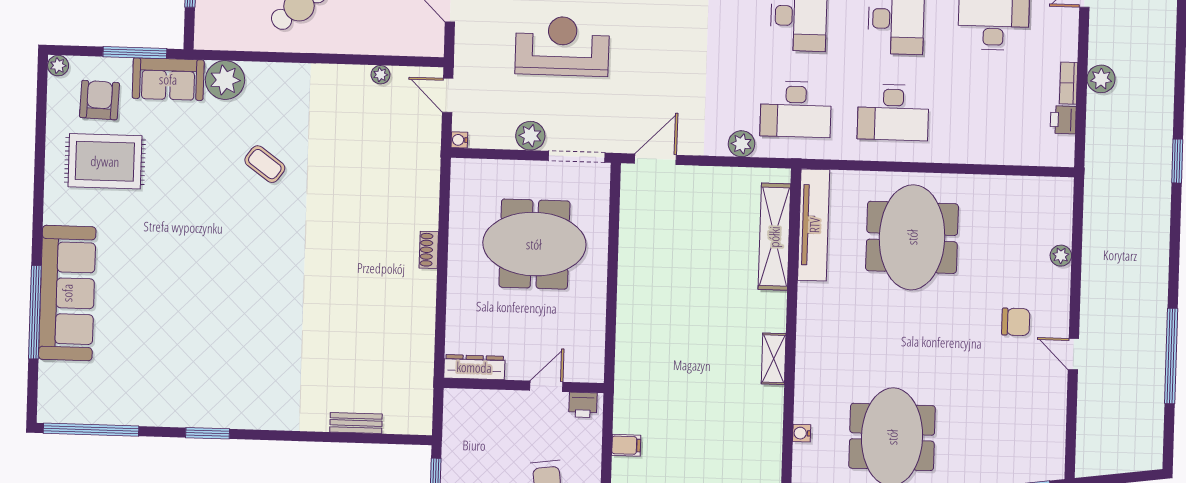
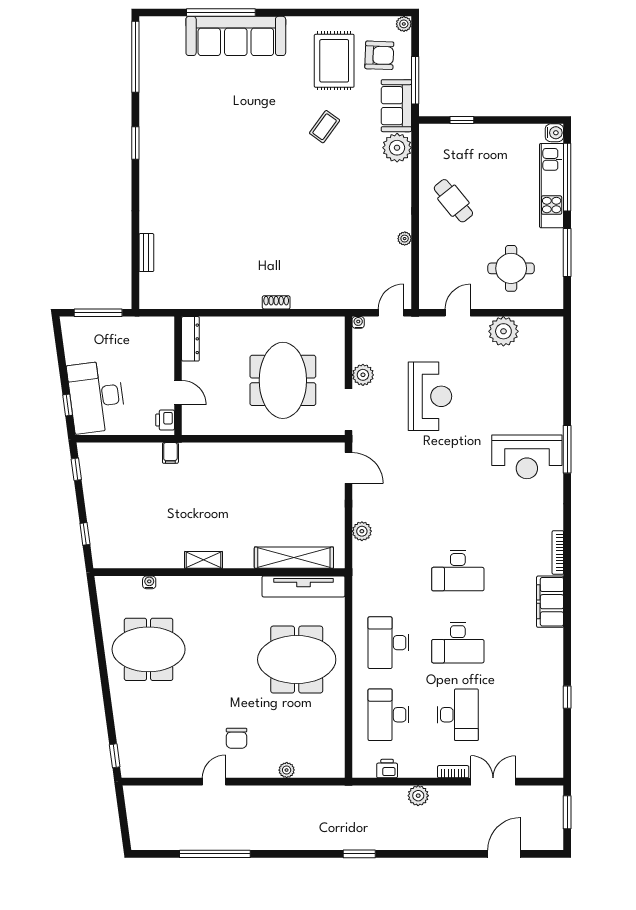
plant: (381, 75) -> (405, 239), moved
bookcase: (1069, 83) -> (453, 772), moved
desk: (796, 109) -> (389, 715), moved
coffee table: (265, 164) -> (325, 127), moved
filing cabinet: (626, 445) -> (170, 453), moved

